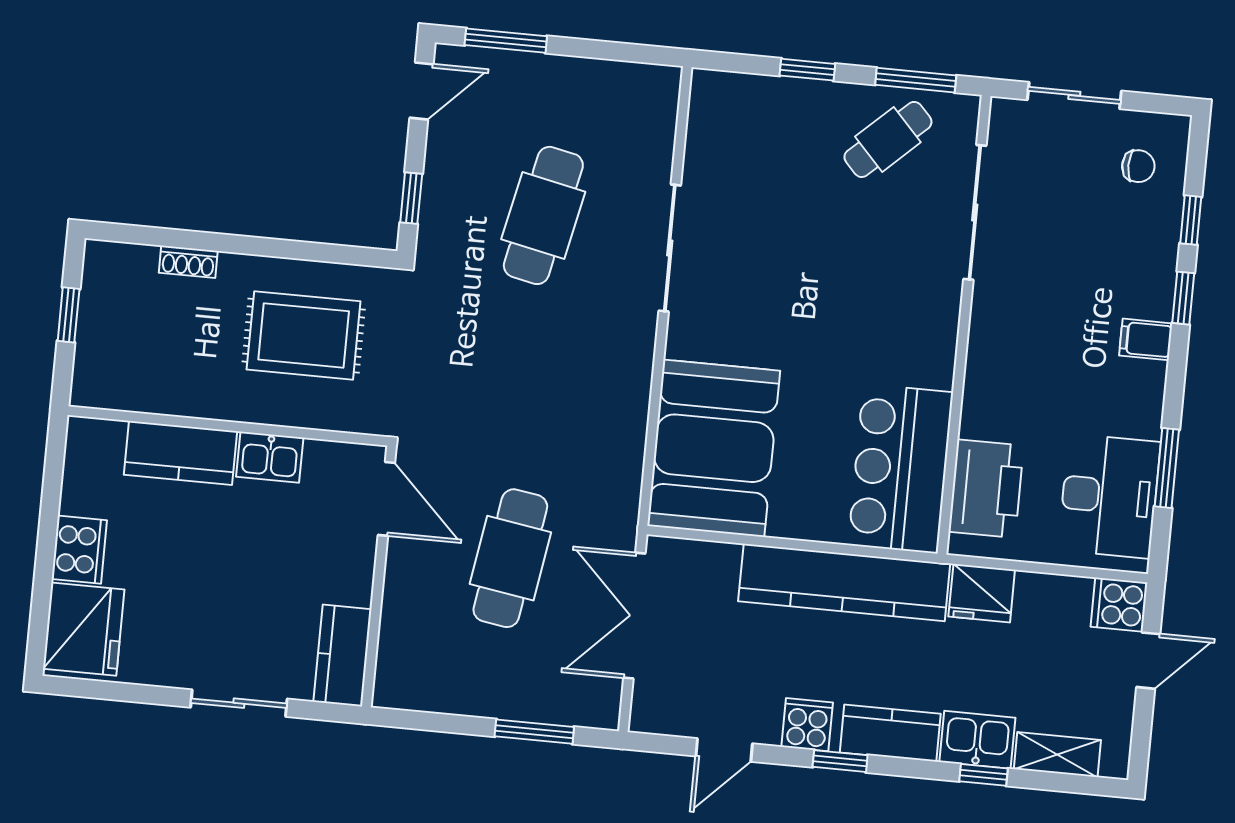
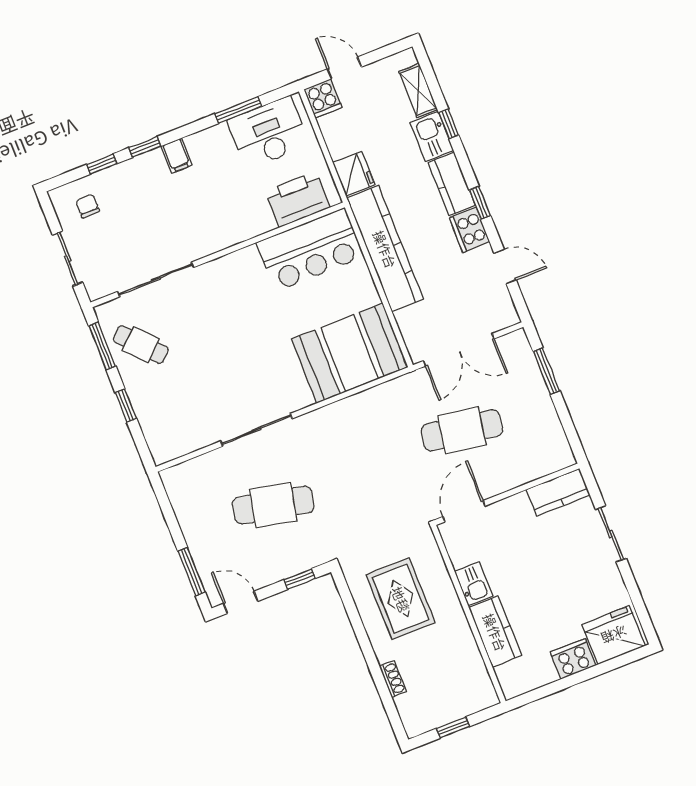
cooker: (807, 725) -> (470, 230), width x1.36

